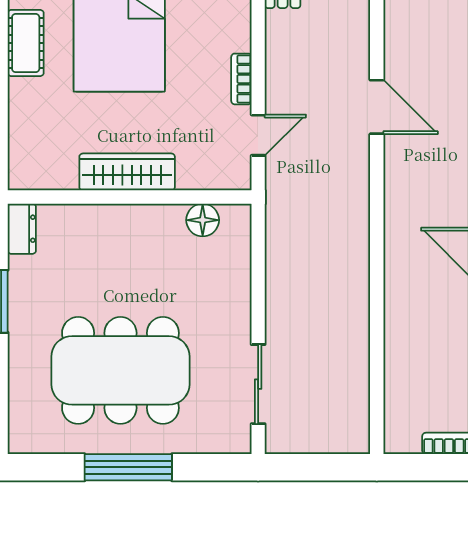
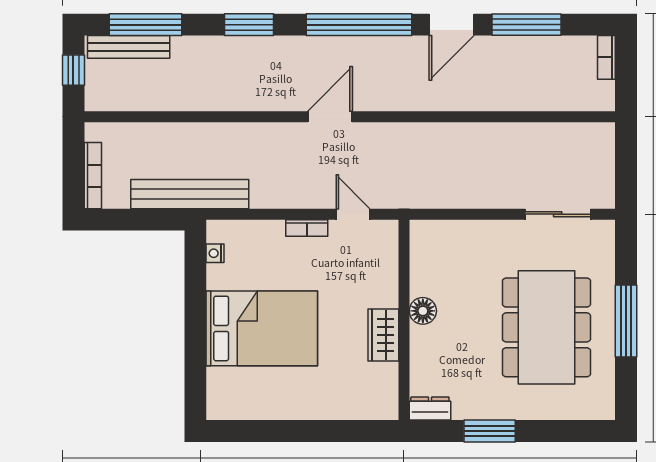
cot: (26, 43) -> (277, 405), removed
wardrobe: (127, 172) -> (383, 335), width x0.67
floor lamp: (203, 220) -> (423, 311), moved

